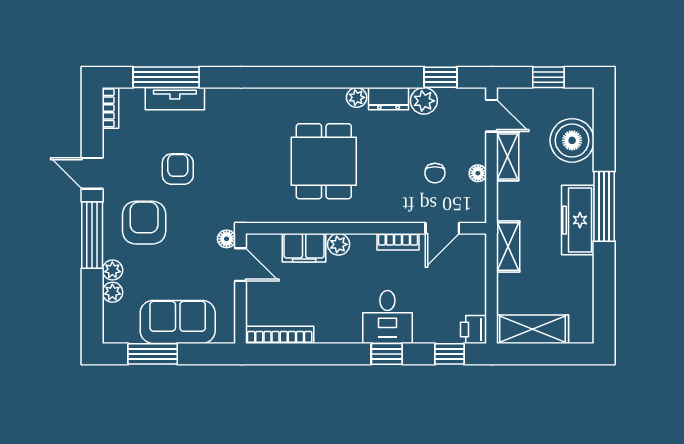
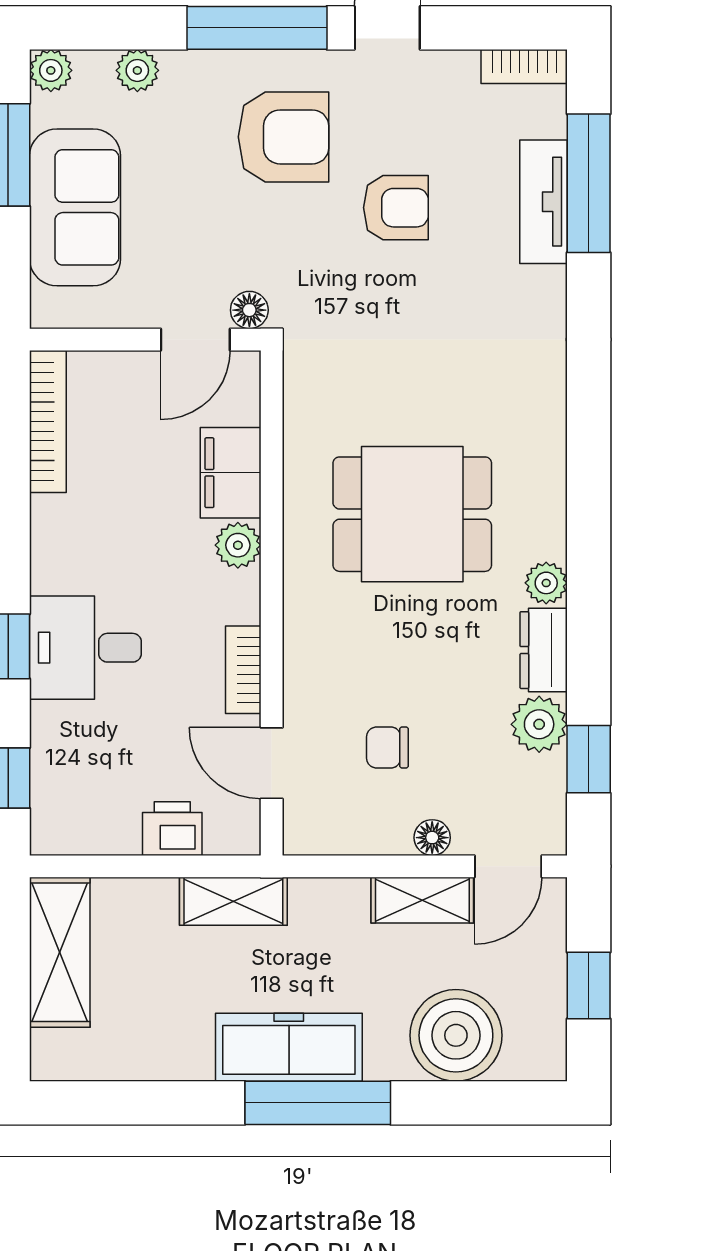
floor lamp: (478, 173) -> (432, 838), moved
plant: (112, 270) -> (51, 70), moved
printer: (474, 329) -> (172, 829), moved

